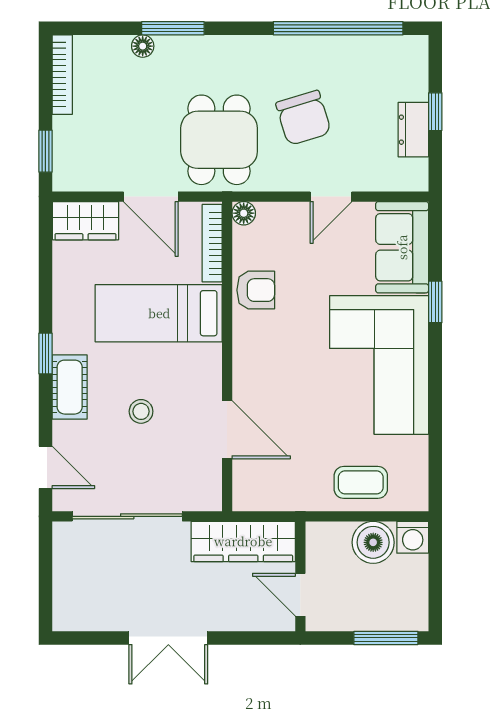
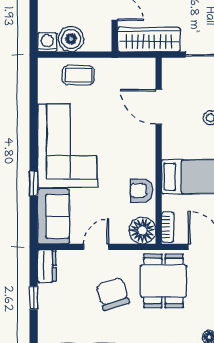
dresser: (413, 130) -> (47, 266), moved
floor lamp: (244, 213) -> (142, 231), width x1.89, depth x1.89
bookcase: (212, 243) -> (168, 227), width x0.64

